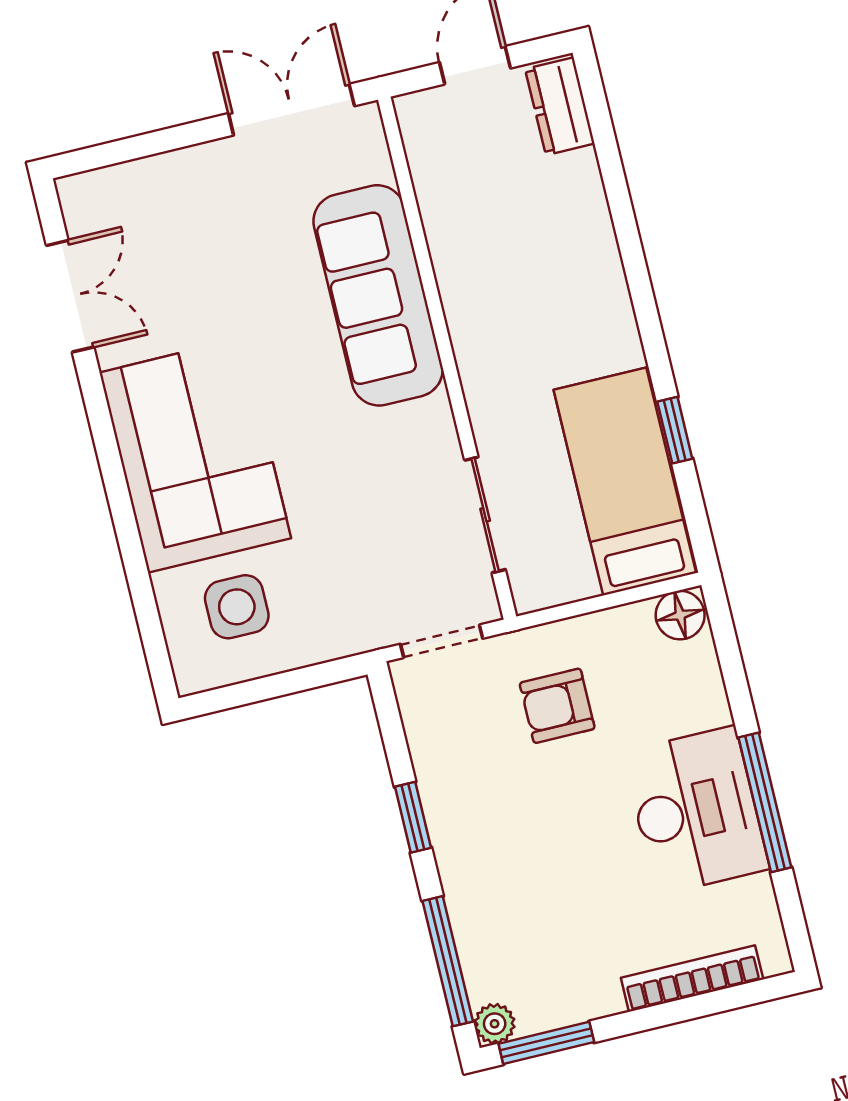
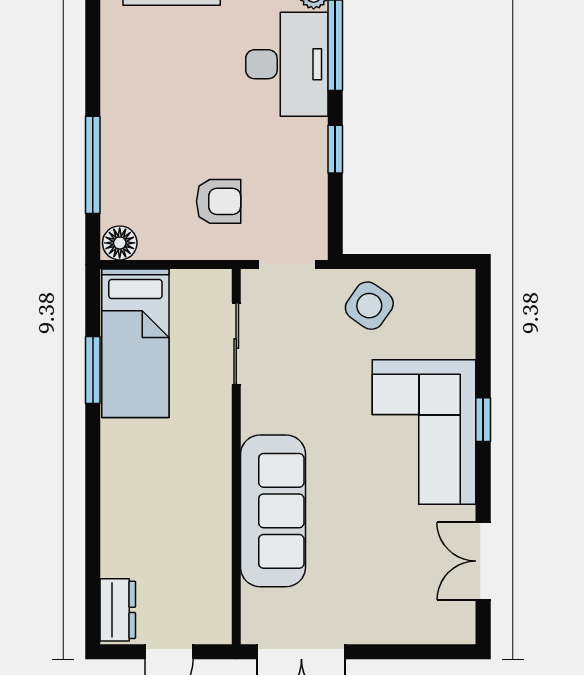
window: (675, 430) -> (93, 370), width x1.50
window: (118, 492) -> (483, 420), added
side table: (237, 607) -> (369, 306), moved, turned 35
window: (765, 802) -> (93, 165), moved
desk: (696, 811) -> (287, 64), moved, turned 180

